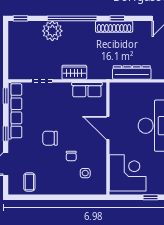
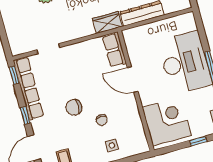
wardrobe: (74, 72) -> (107, 23), moved
row of seats: (87, 90) -> (114, 50), moved, turned 90
side table: (85, 173) -> (112, 145), moved

